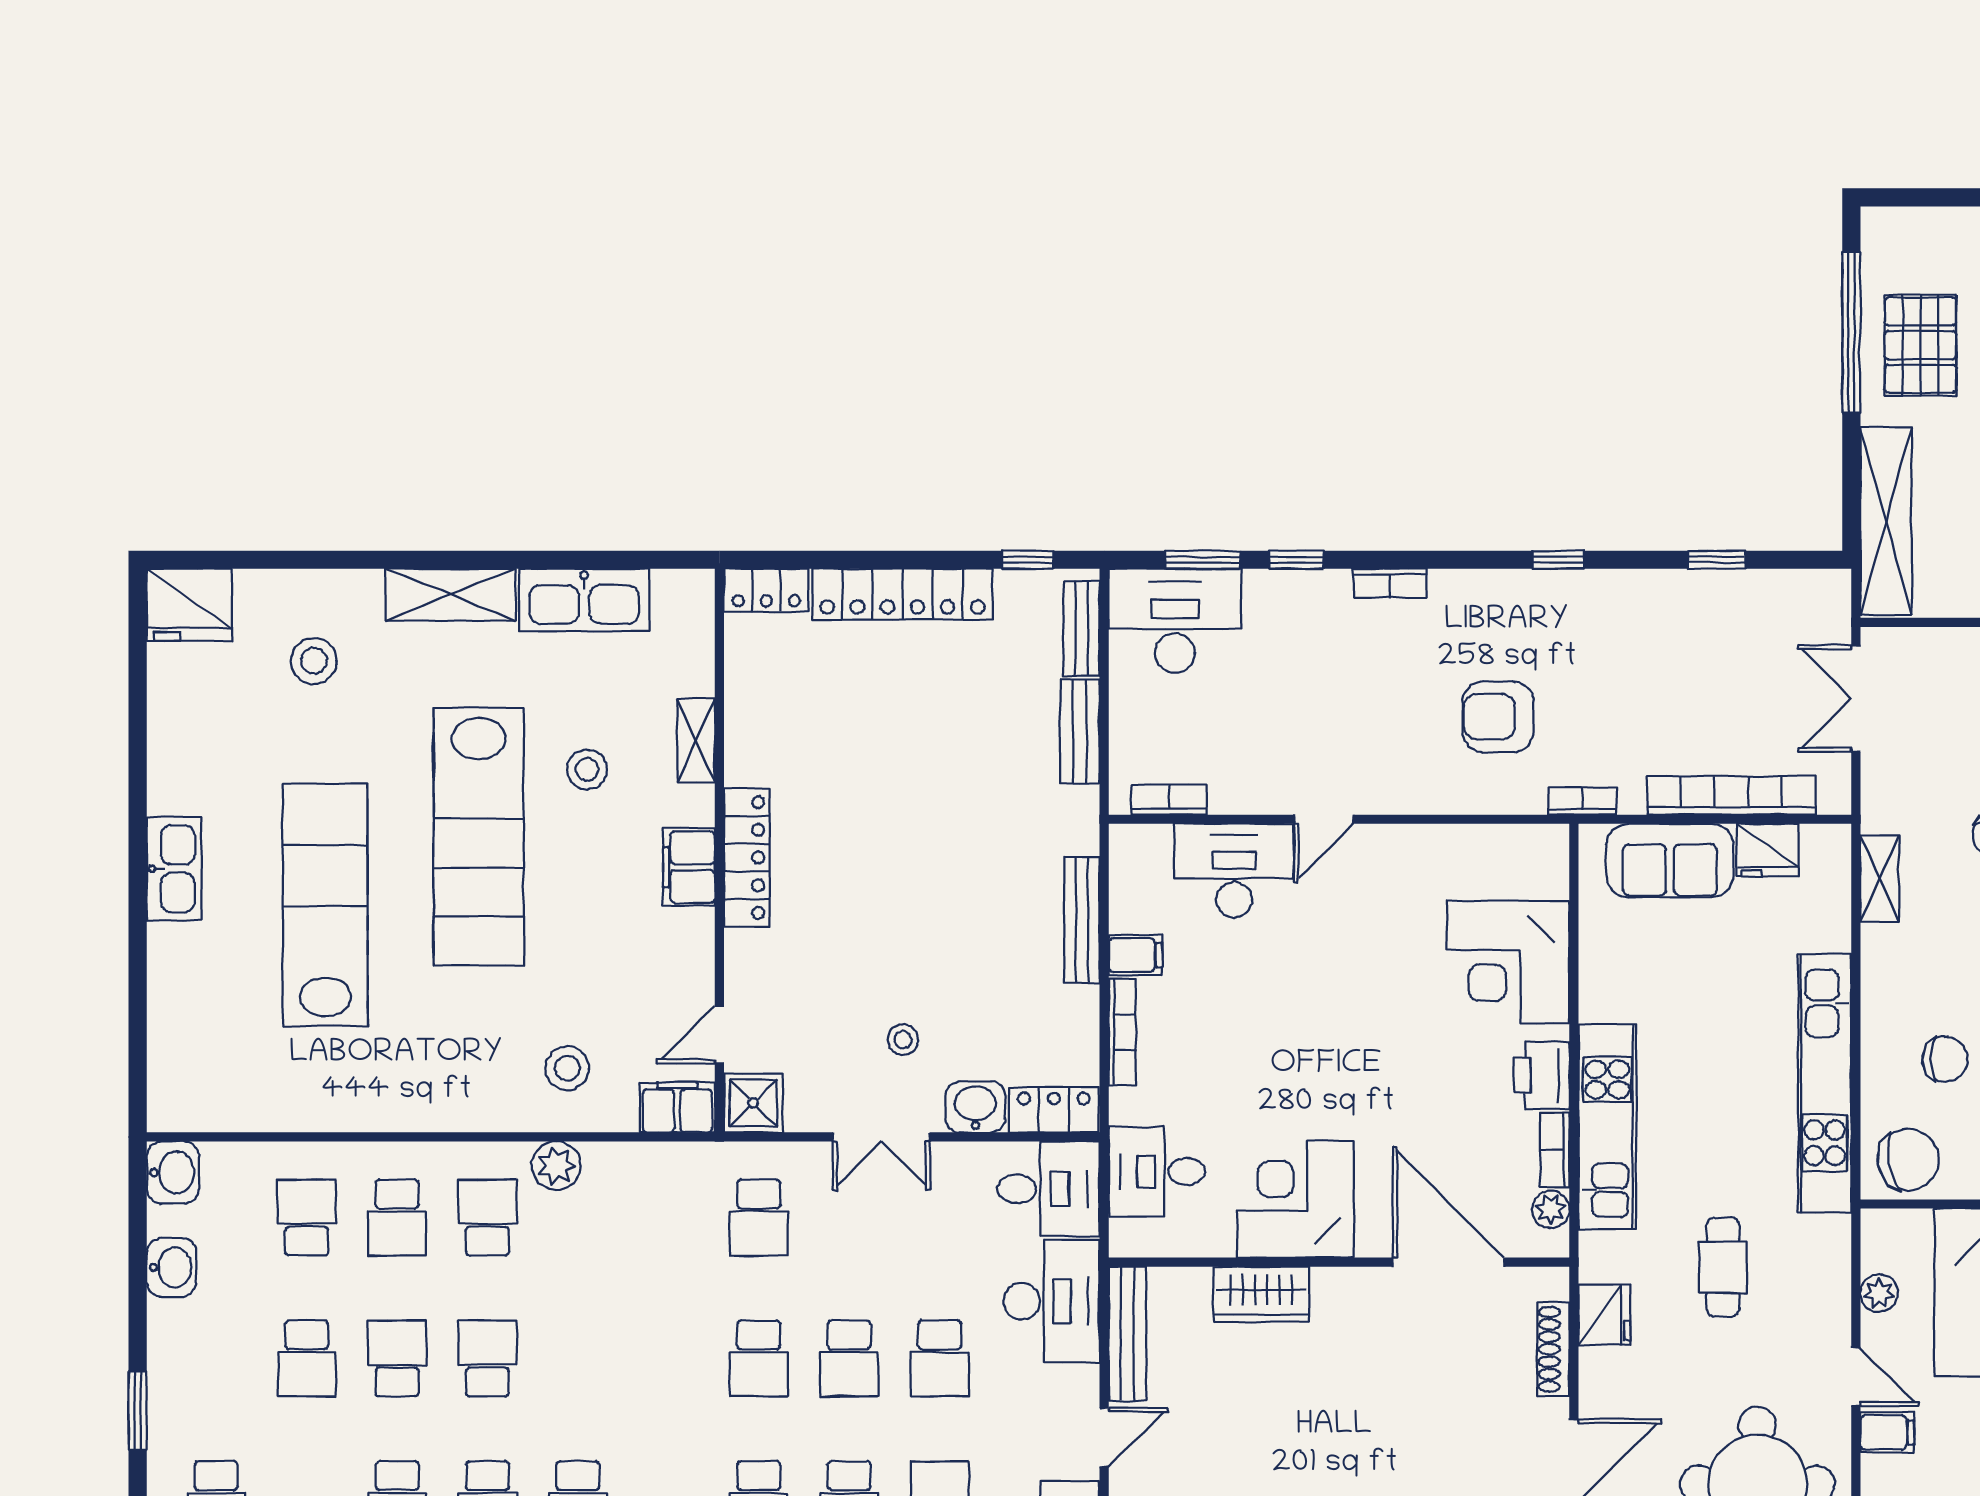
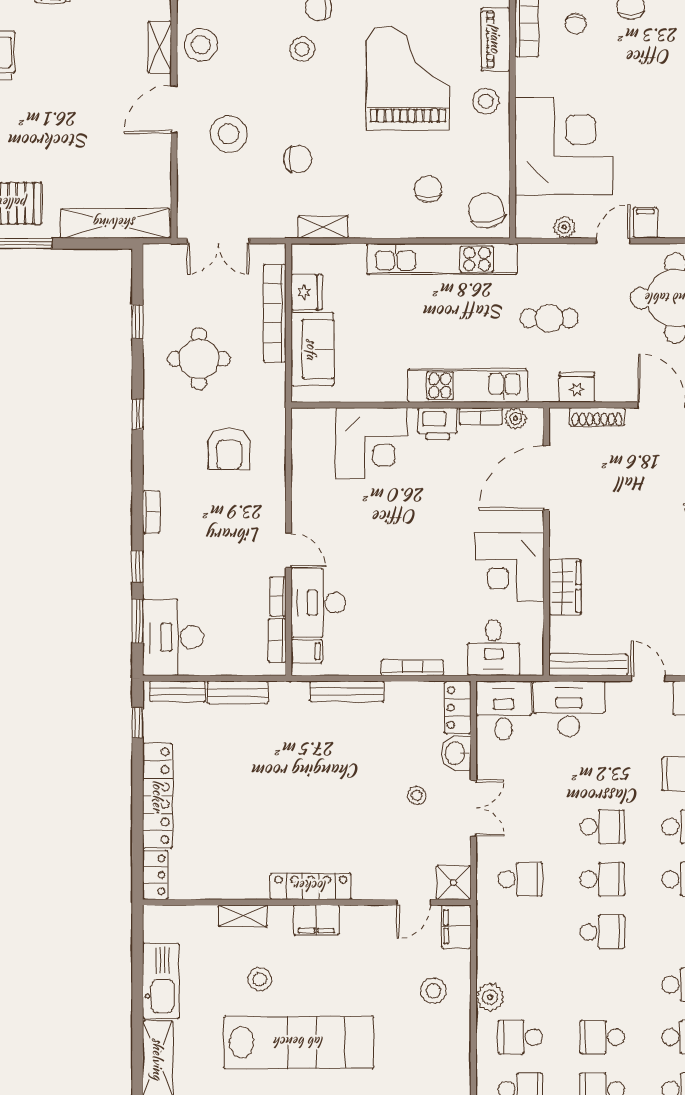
round table: (1653, 665) -> (199, 359), added
bookcase: (1582, 801) -> (278, 597), moved
filing cabinet: (1135, 955) -> (307, 651), moved, turned 90
door: (719, 1035) -> (414, 902), hinge flipped
school desk: (940, 1358) -> (602, 932), moved

